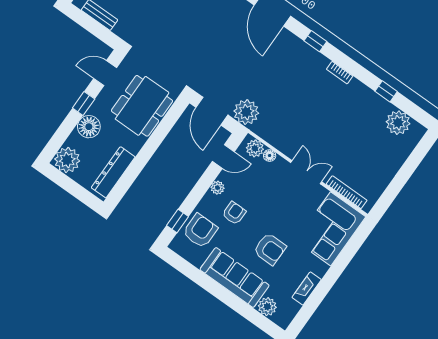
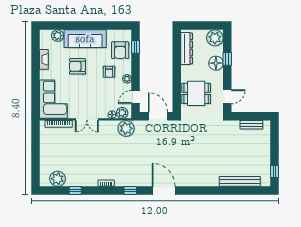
window: (84, 104) -> (227, 59), moved
dining table: (142, 106) -> (196, 93), width x0.73
plant: (246, 112) -> (126, 128), moved

